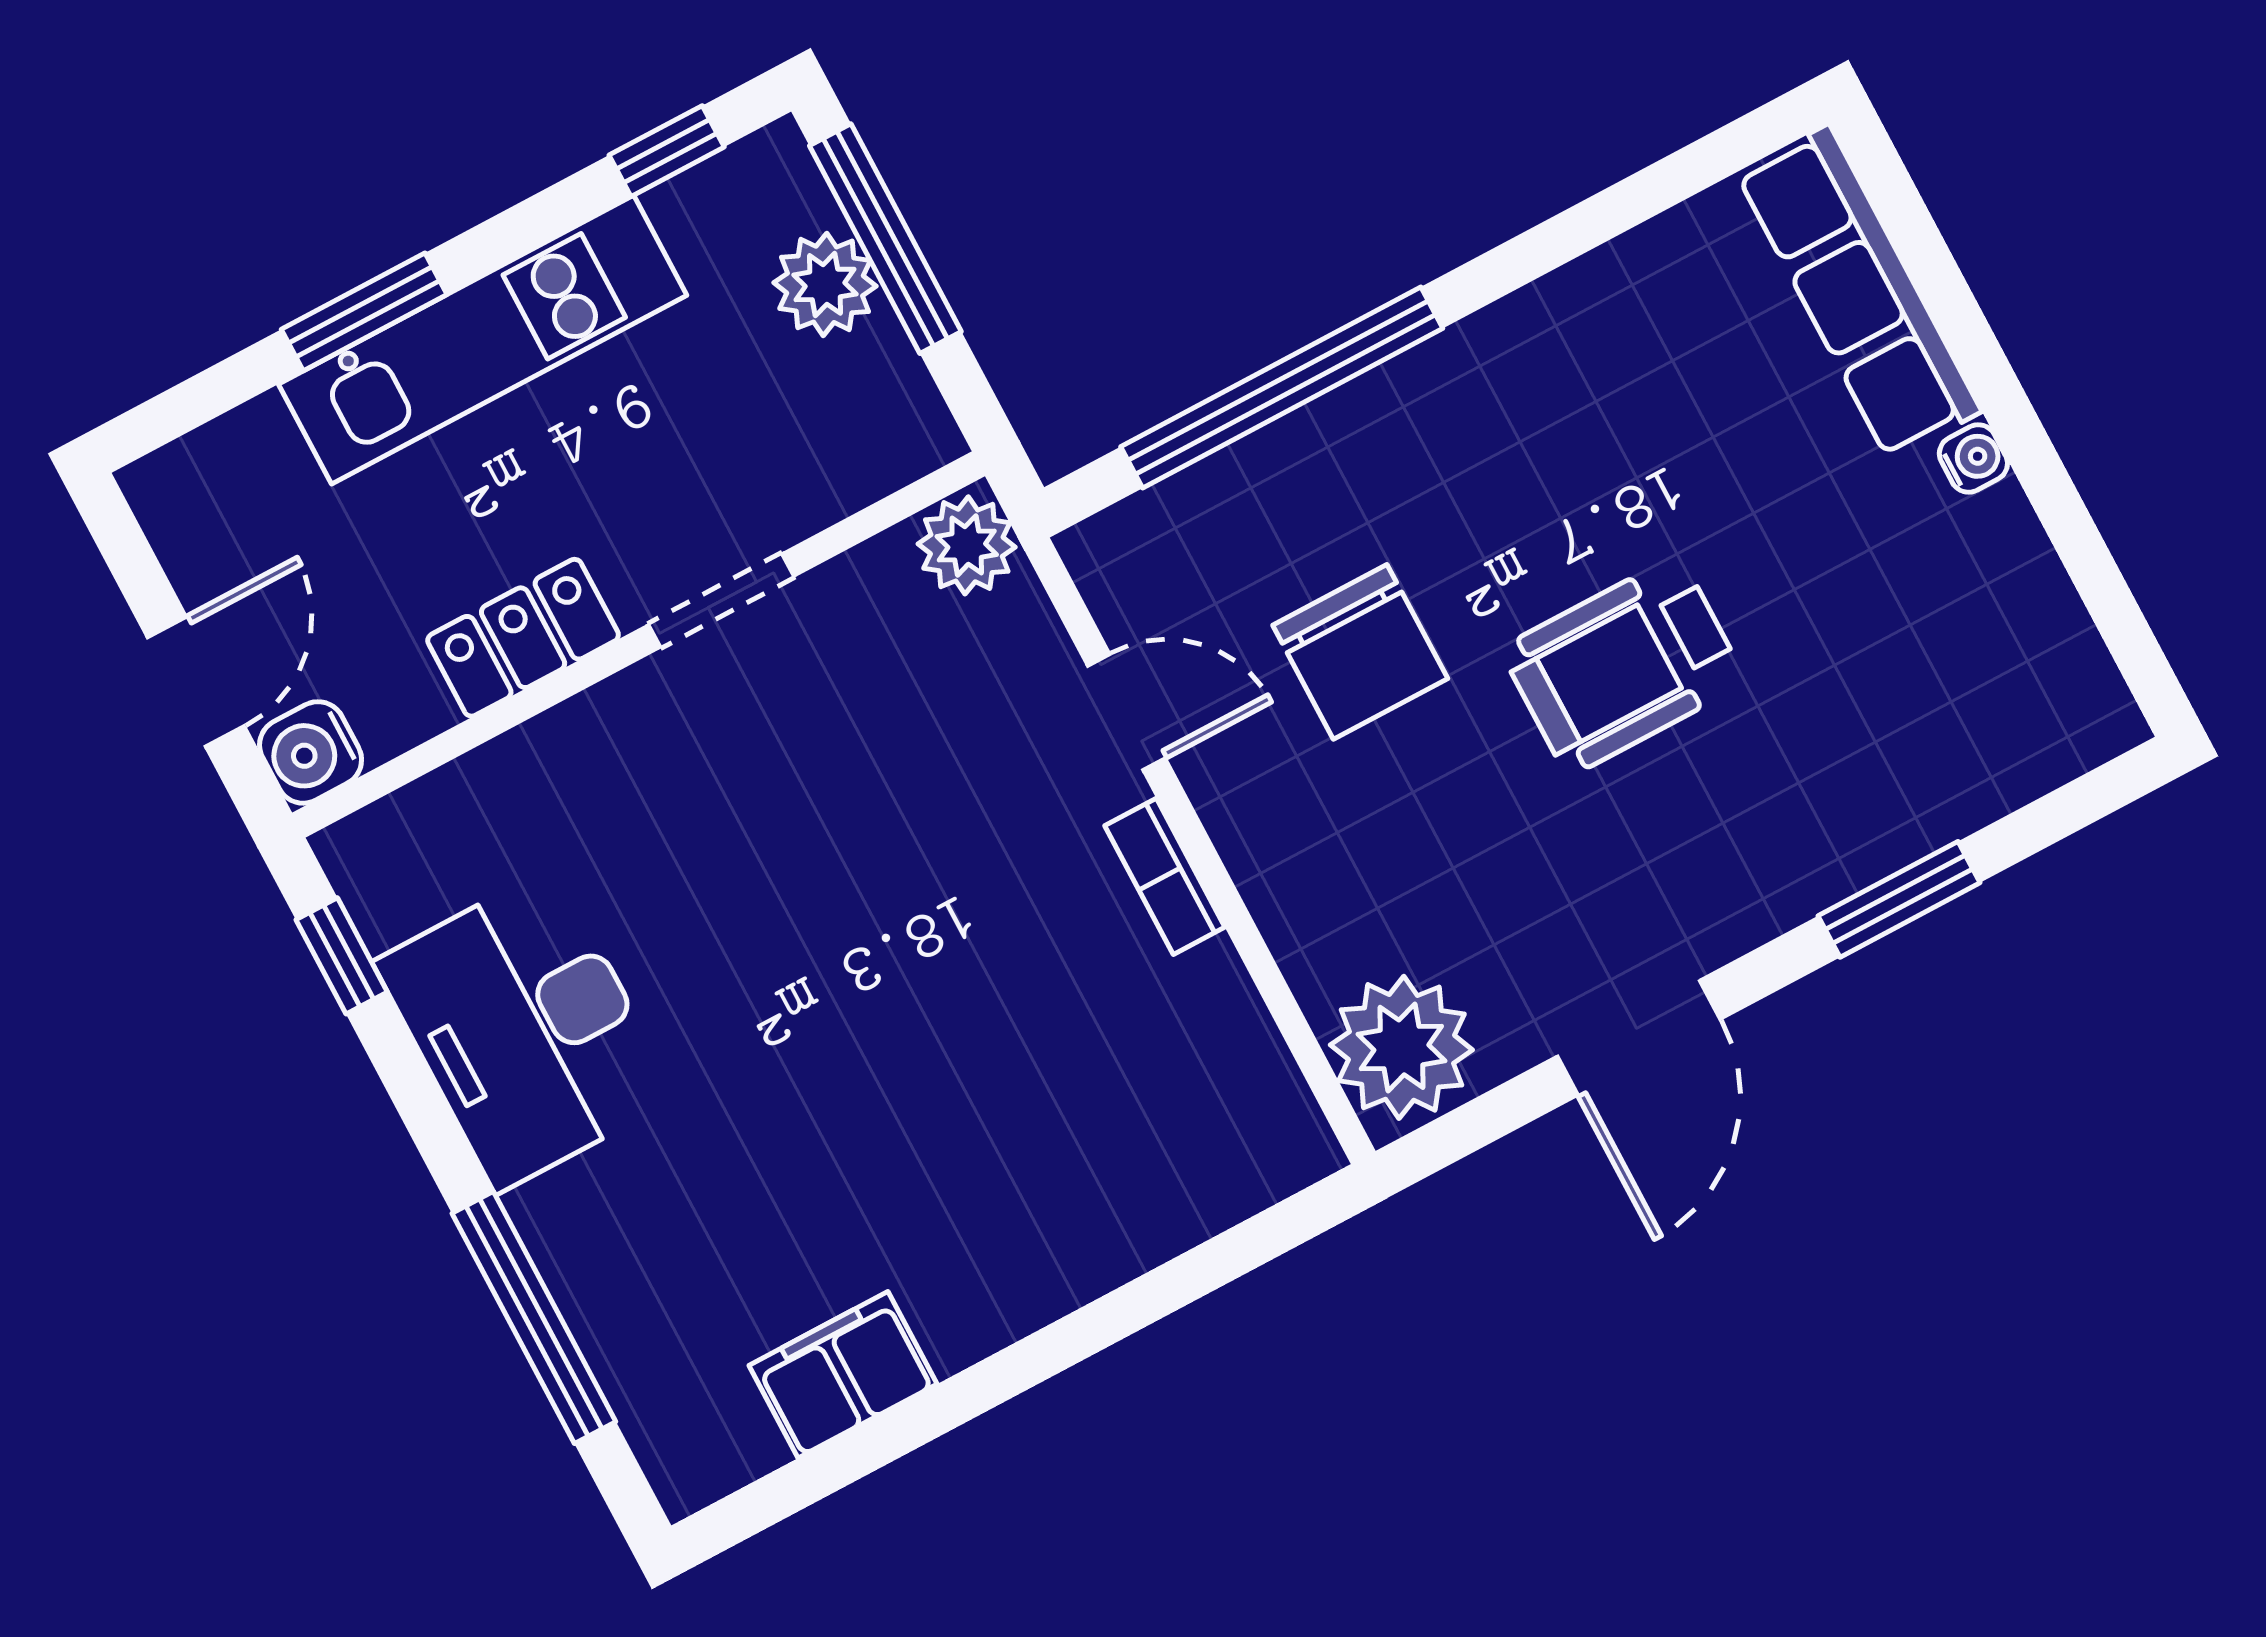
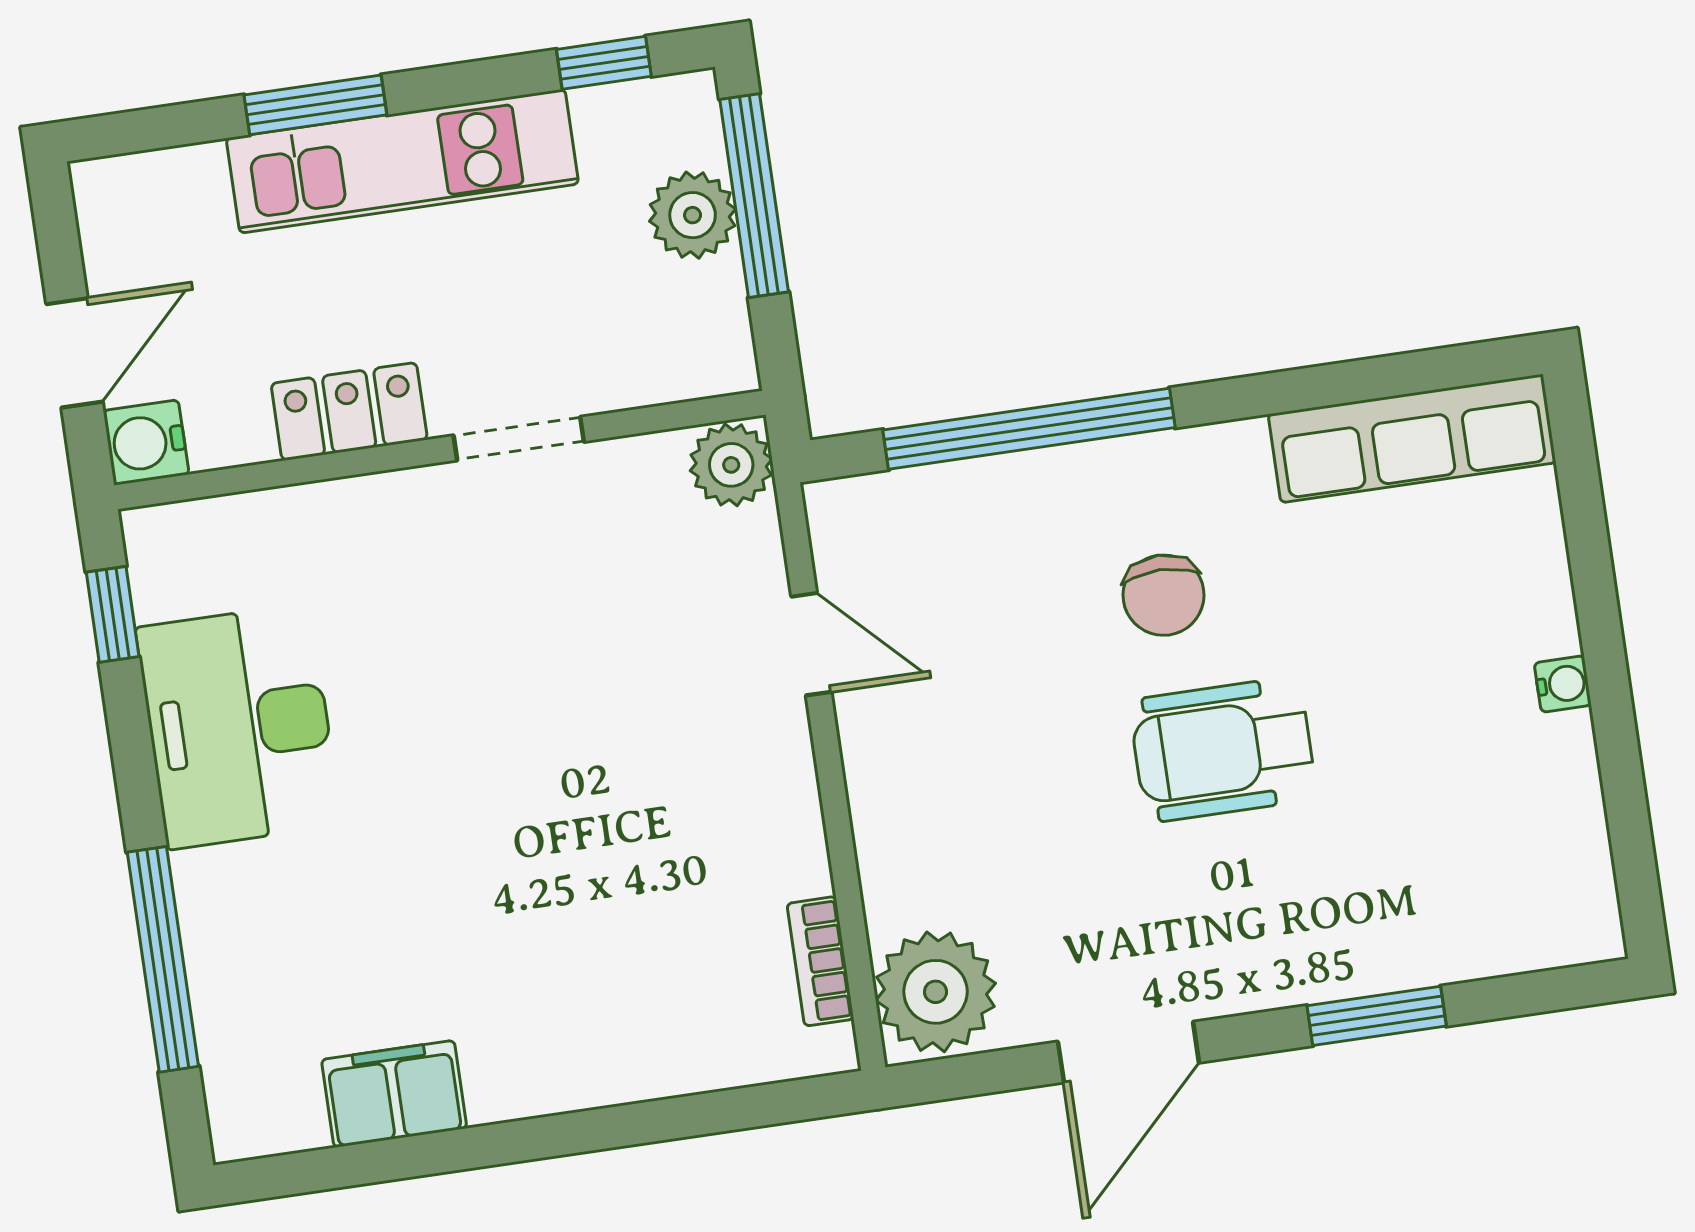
row of seats: (1859, 292) -> (1412, 438), moved, turned -90
chair: (1360, 652) -> (1163, 595), moved, width x0.73, depth x0.73
bookcase: (1165, 876) -> (820, 961), moved

